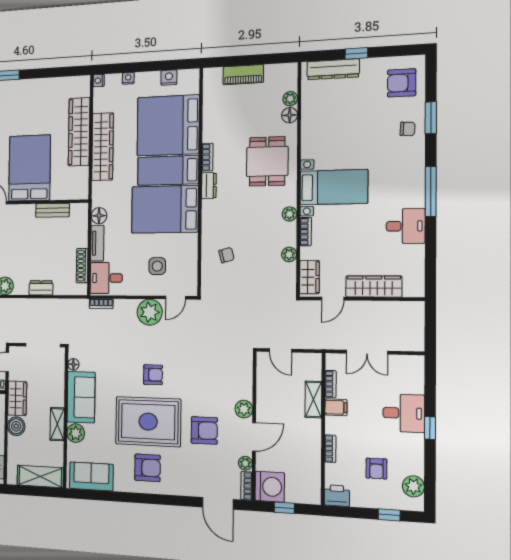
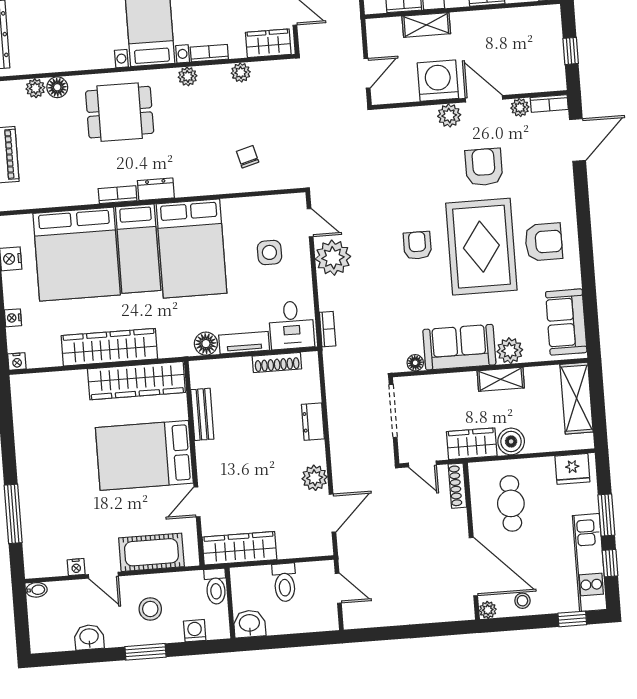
wardrobe: (79, 132) -> (136, 381), moved
armchair: (148, 468) -> (544, 242), turned 90
washing machine: (270, 487) -> (438, 81), moved

